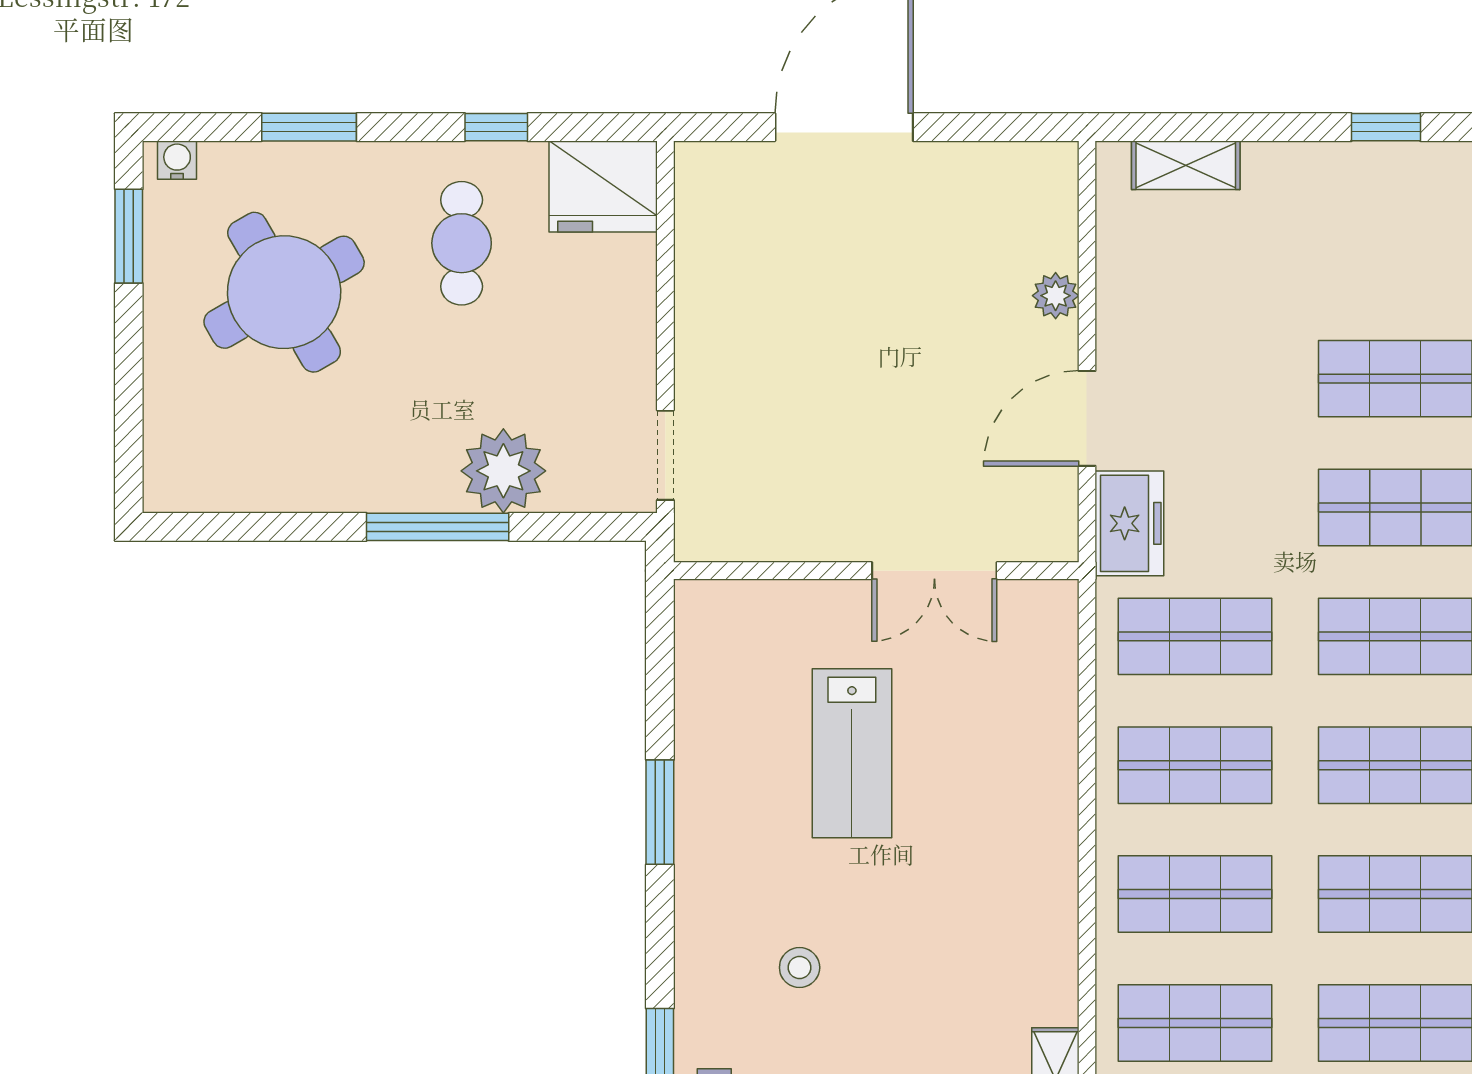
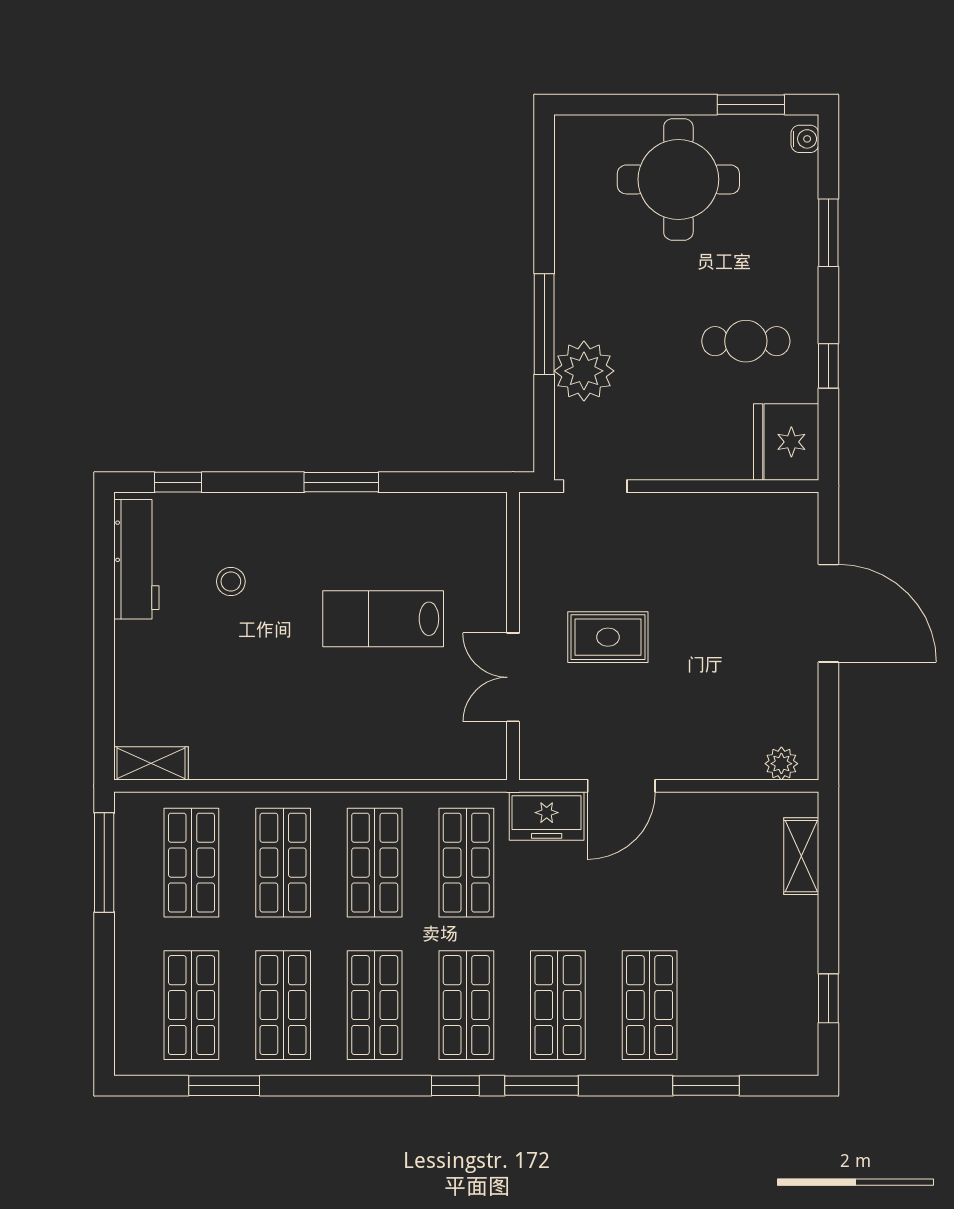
round table: (284, 292) -> (678, 179), moved, turned 30
plant: (1056, 296) -> (781, 764), moved
door: (1087, 418) -> (621, 786), swing flipped
rug: (878, 437) -> (608, 637), added

